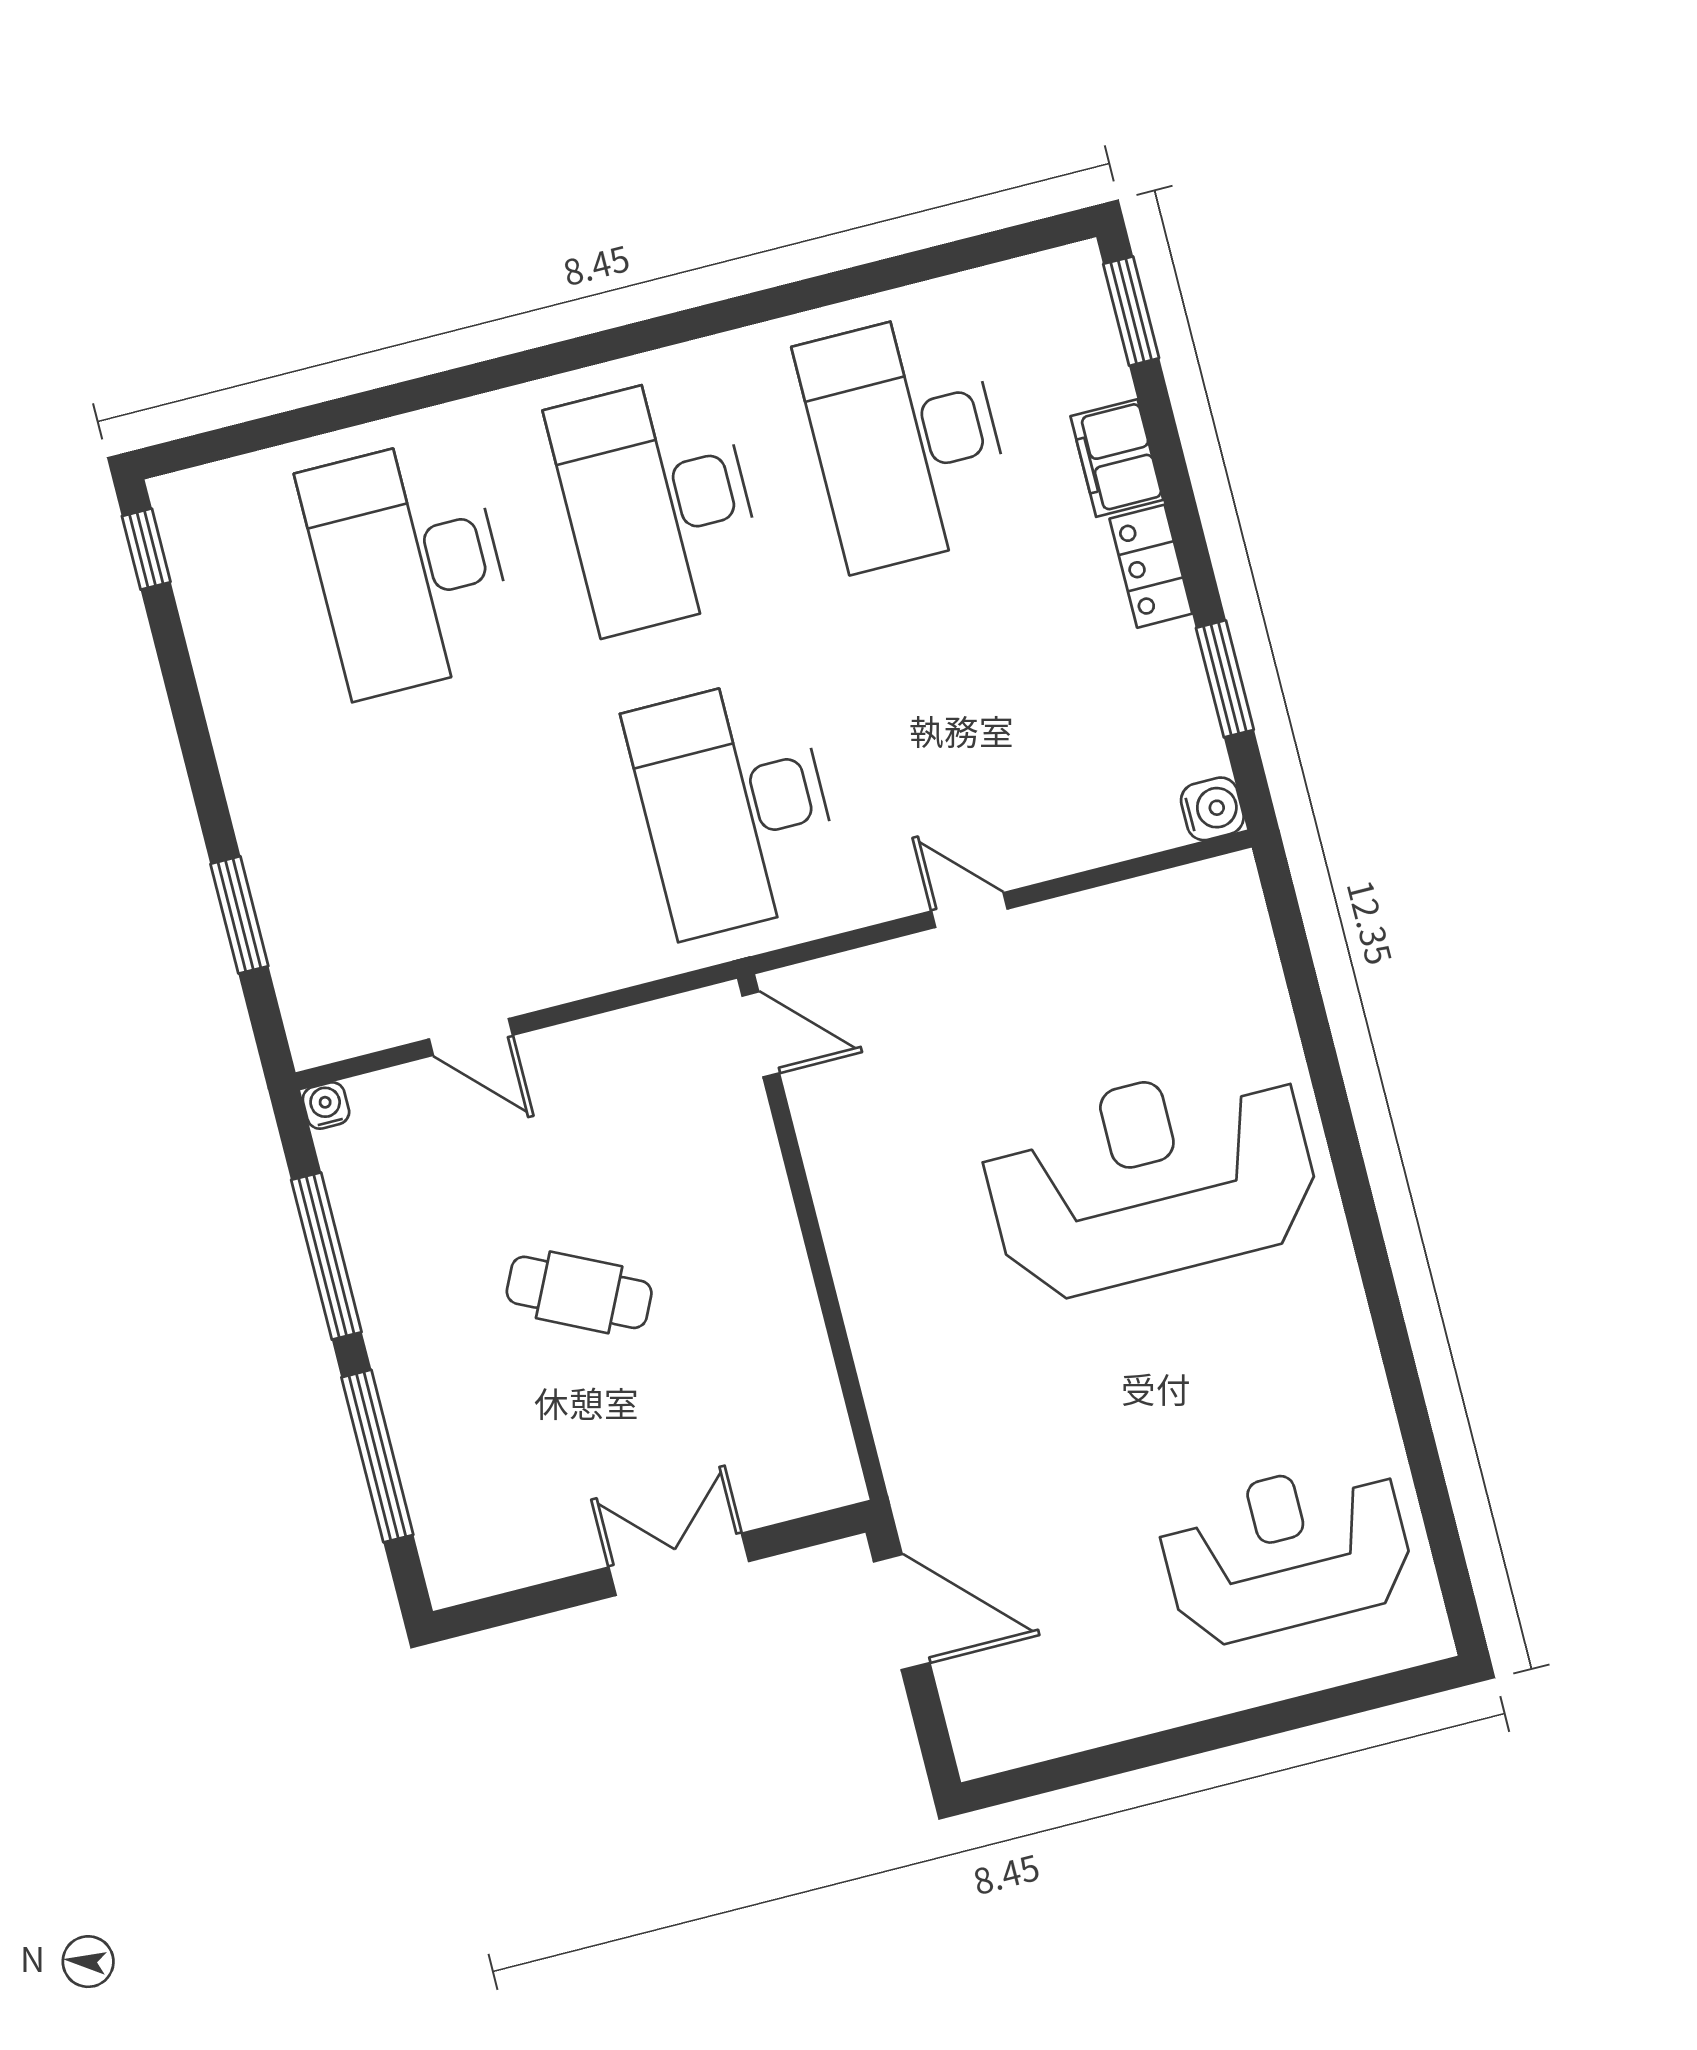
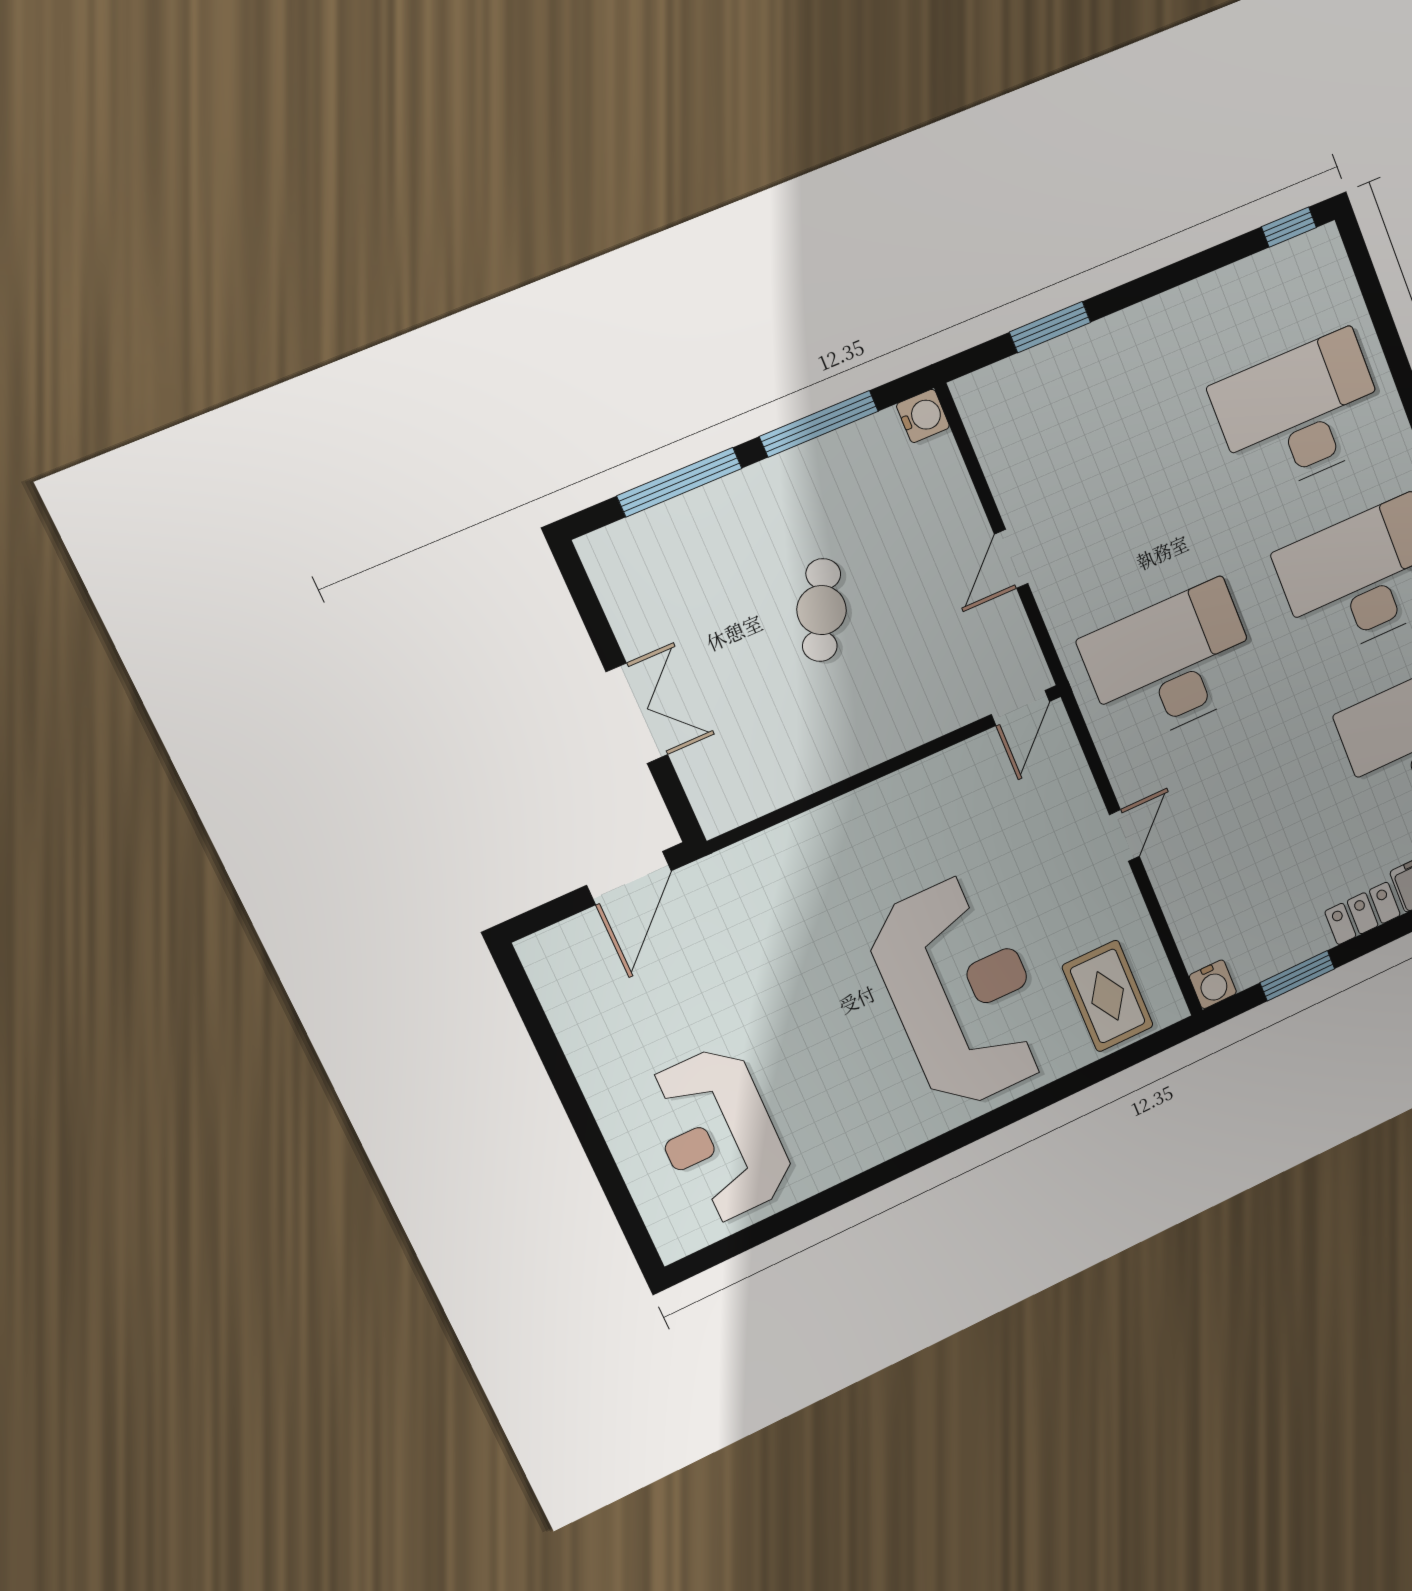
rug: (1199, 968) -> (1108, 996), added
door: (471, 1037) -> (1011, 559), moved
water cooler: (326, 1106) -> (923, 416), width x1.38, depth x1.38
reception desk: (1286, 1551) -> (718, 1135), turned 180

